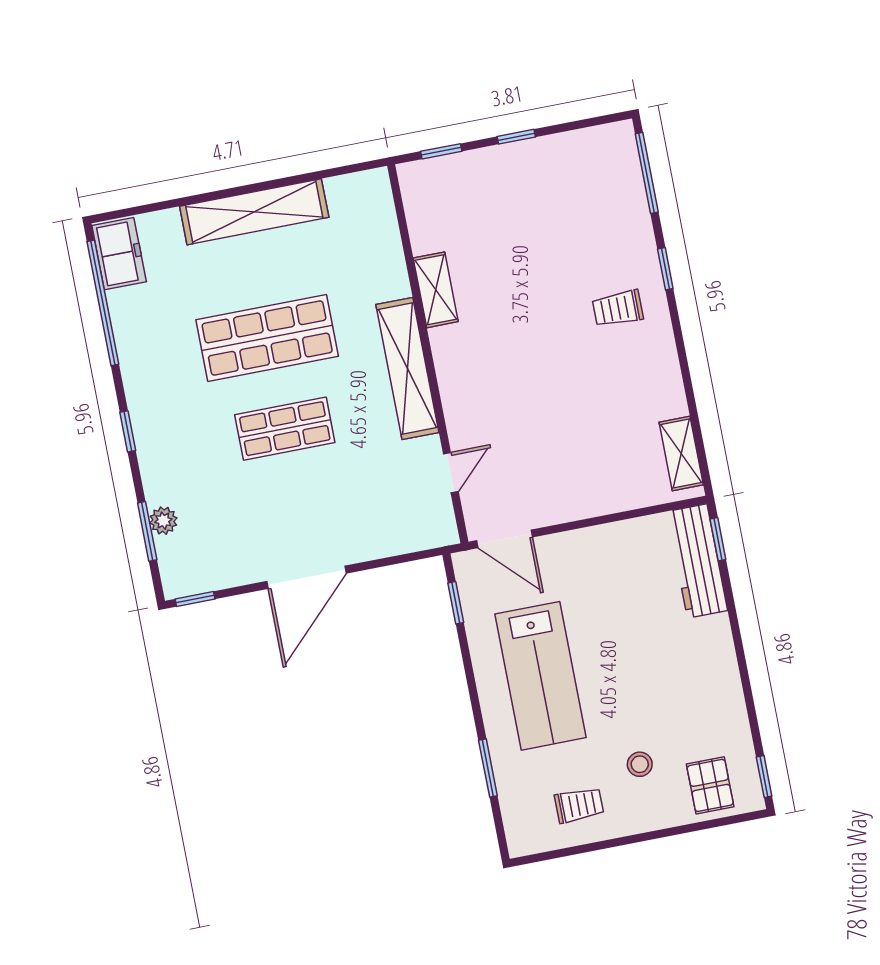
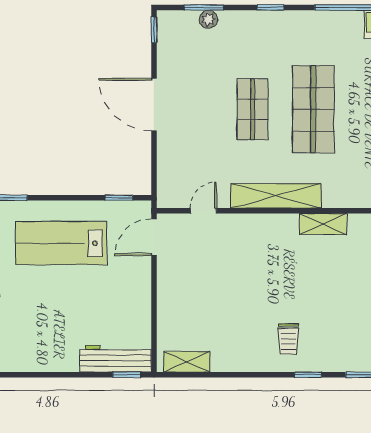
trolley: (618, 308) -> (288, 339), turned 180
door: (451, 473) -> (203, 211), swing flipped

